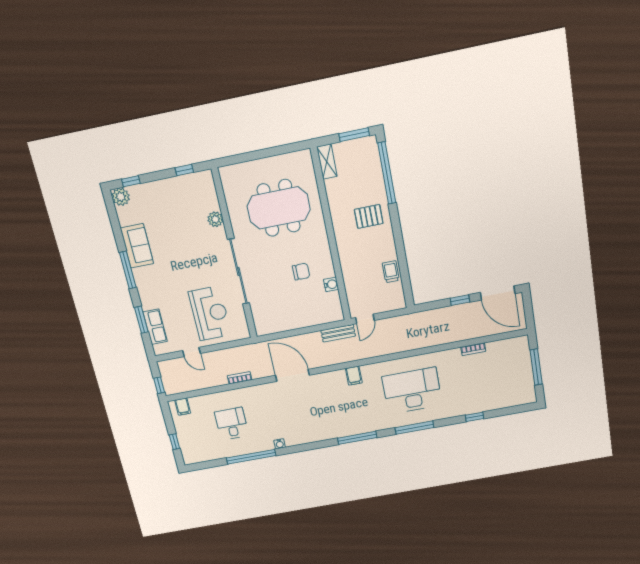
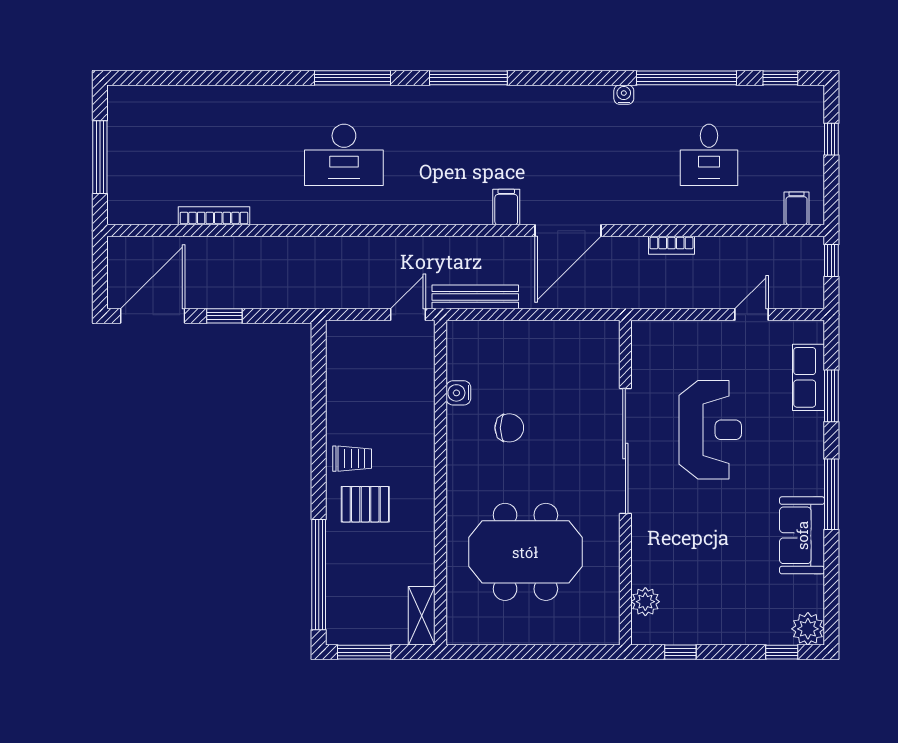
plant: (215, 219) -> (645, 602), moved
chair: (301, 272) -> (509, 428), turned 180
trolley: (391, 272) -> (352, 459), moved, turned -90
door: (498, 293) -> (153, 316), hinge flipped
reception desk: (210, 313) -> (710, 430), moved, turned 180
bench: (338, 333) -> (475, 297), width x1.36
bookcase: (473, 349) -> (214, 216), width x1.56
door: (192, 352) -> (752, 315), hinge flipped
door: (293, 375) -> (568, 231), hinge flipped
filing cabinet: (354, 376) -> (506, 207), moved
desk: (412, 391) -> (344, 155), width x0.73, depth x0.77
window: (475, 417) -> (780, 78), moved

